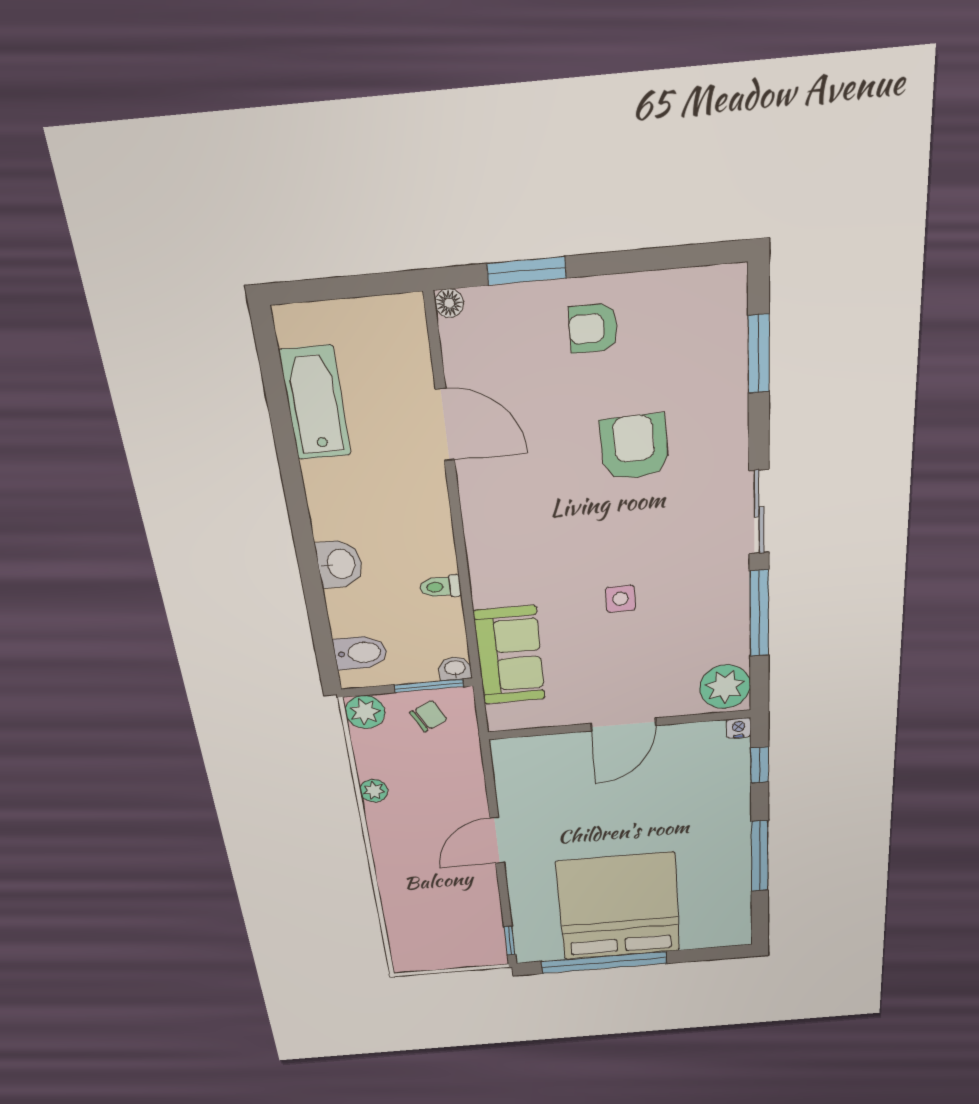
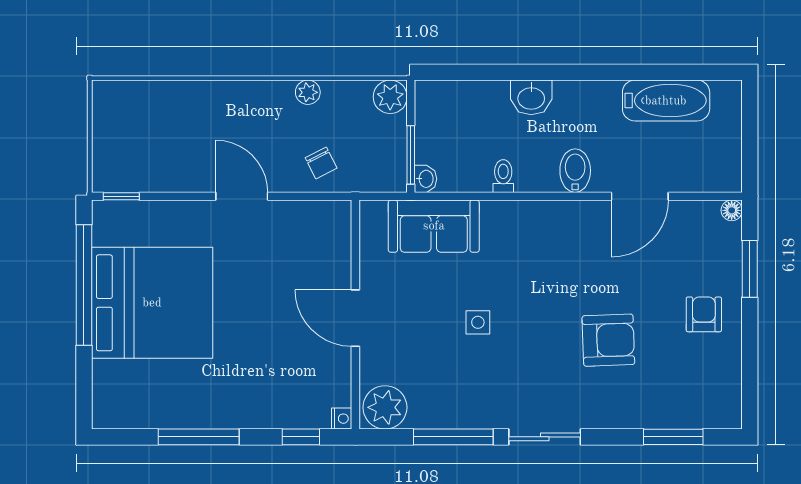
bidet: (361, 653) -> (575, 171), moved, turned 180
chair: (428, 716) -> (321, 163), moved

